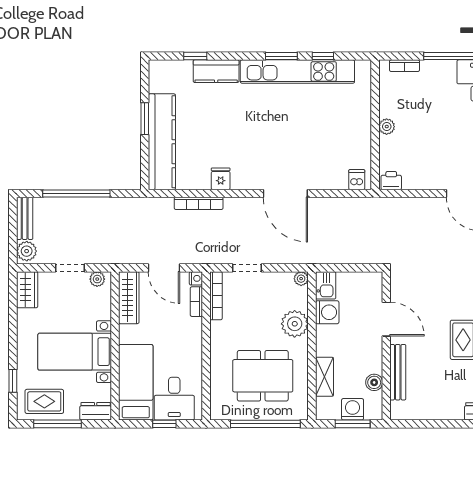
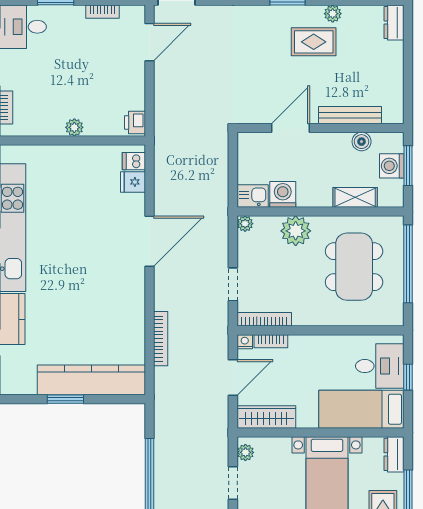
fridge: (221, 179) -> (133, 182), moved

